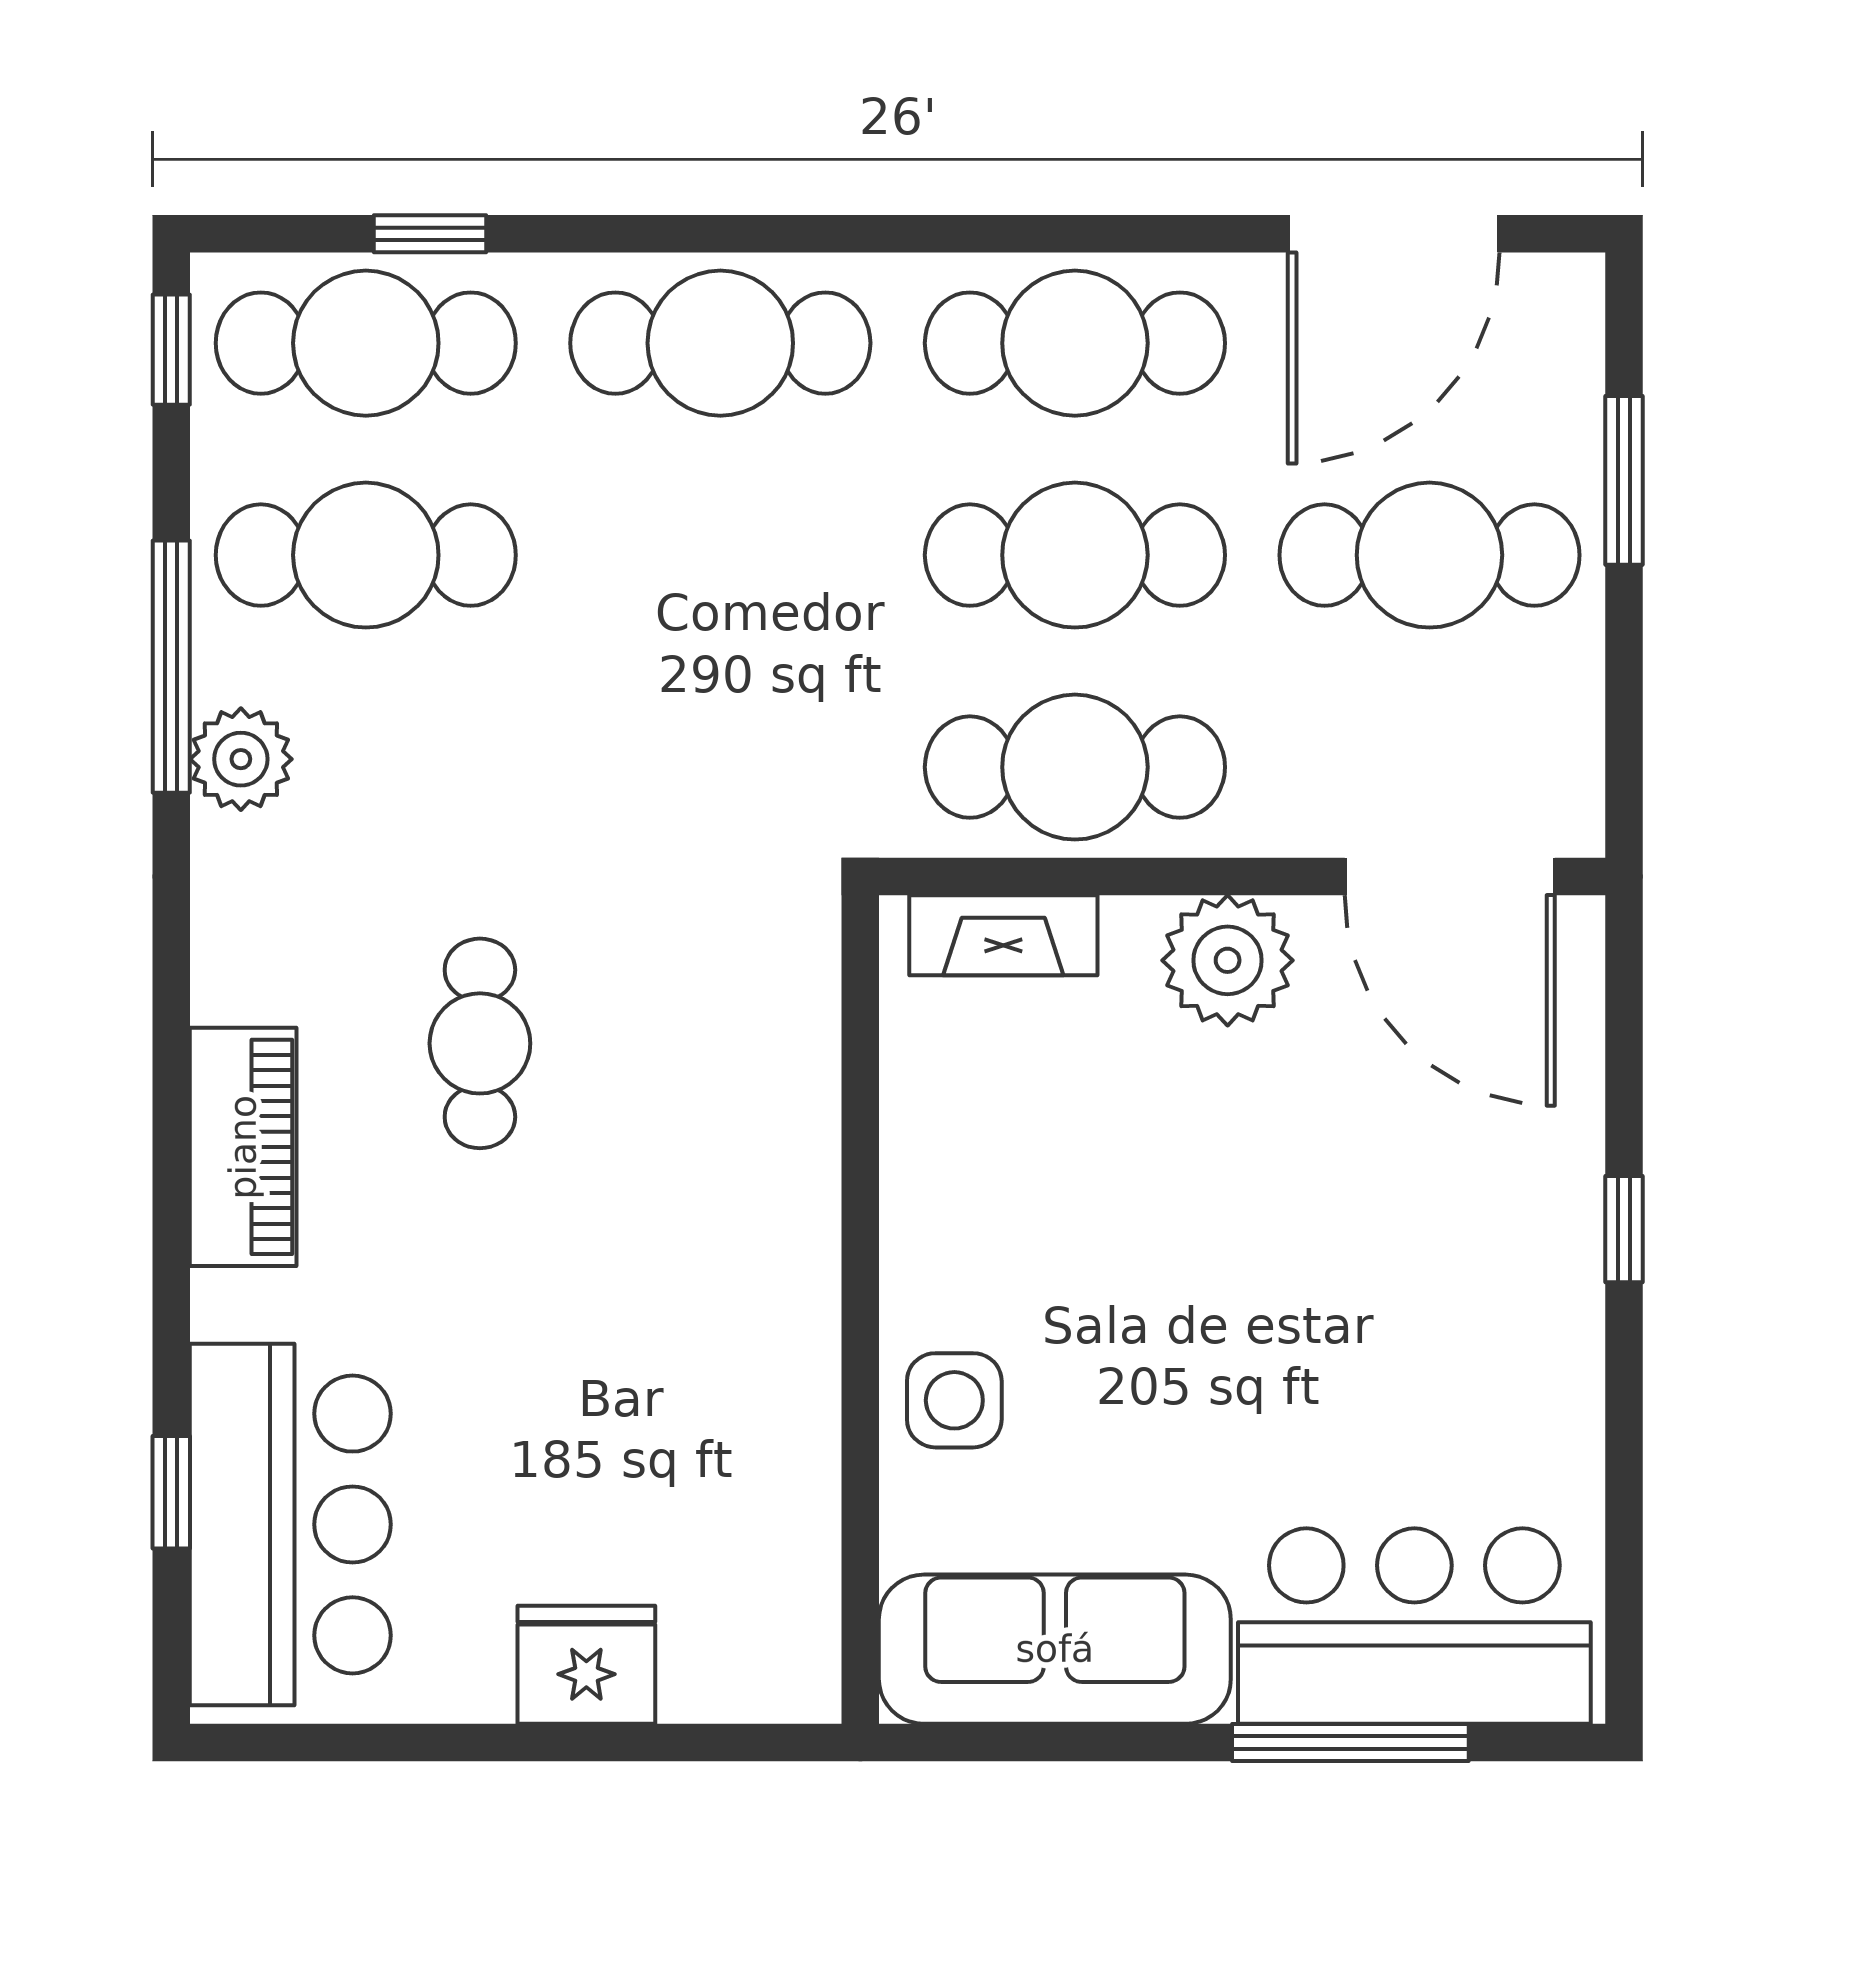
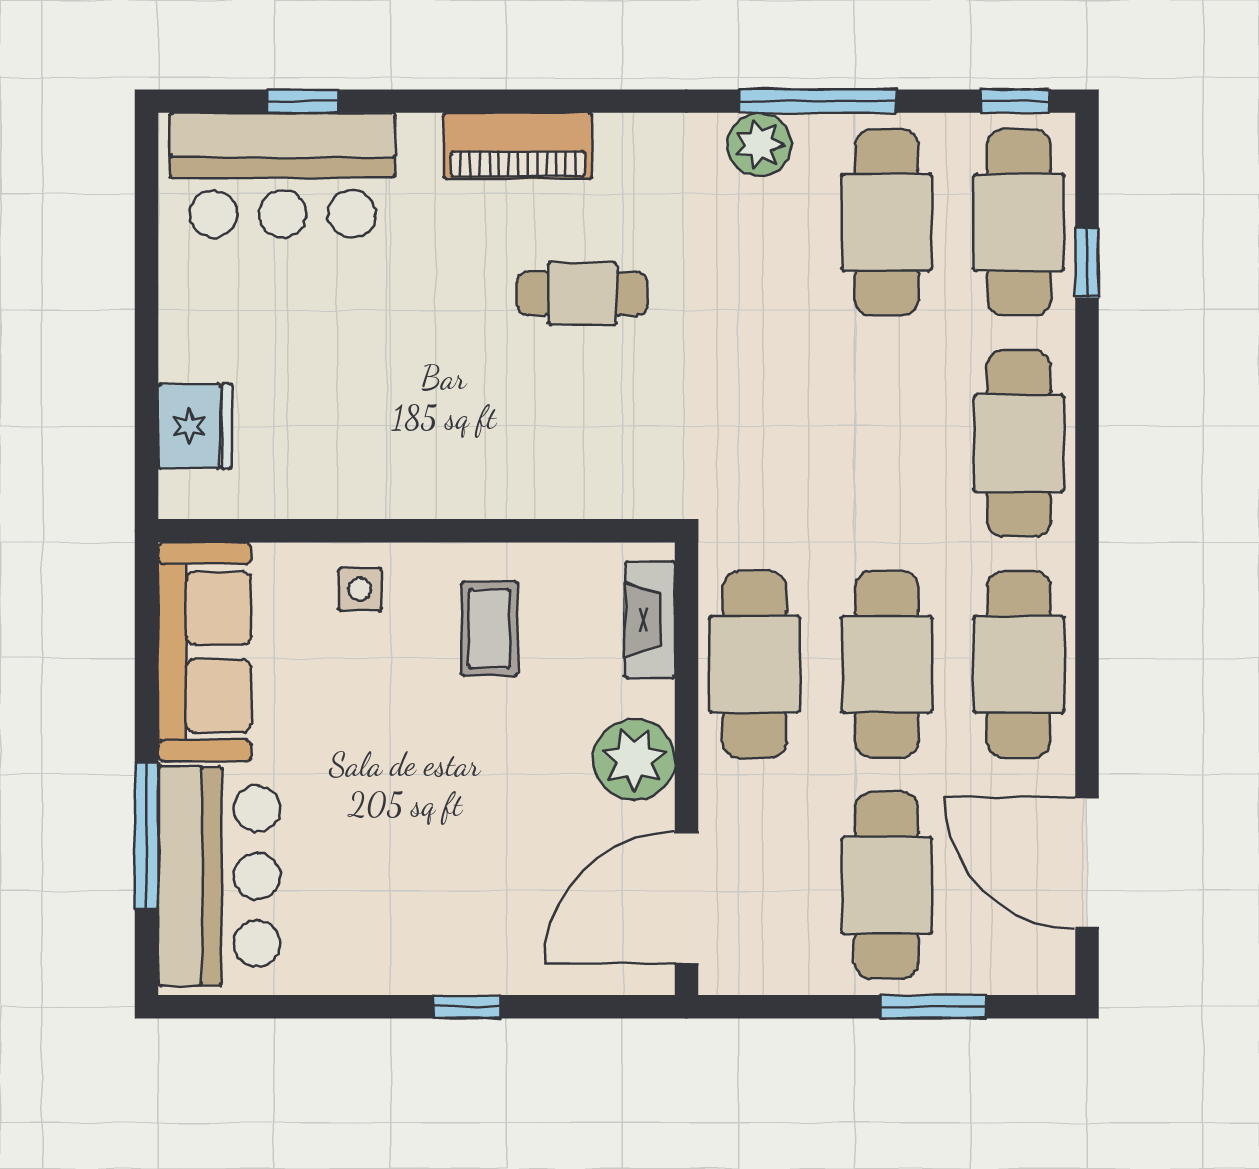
coffee table: (1017, 1192) -> (489, 629), added
side table: (954, 1400) -> (360, 589), width x0.73, depth x0.73
fridge: (586, 1665) -> (195, 426), moved

